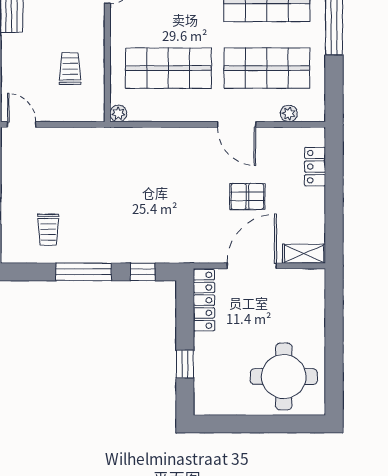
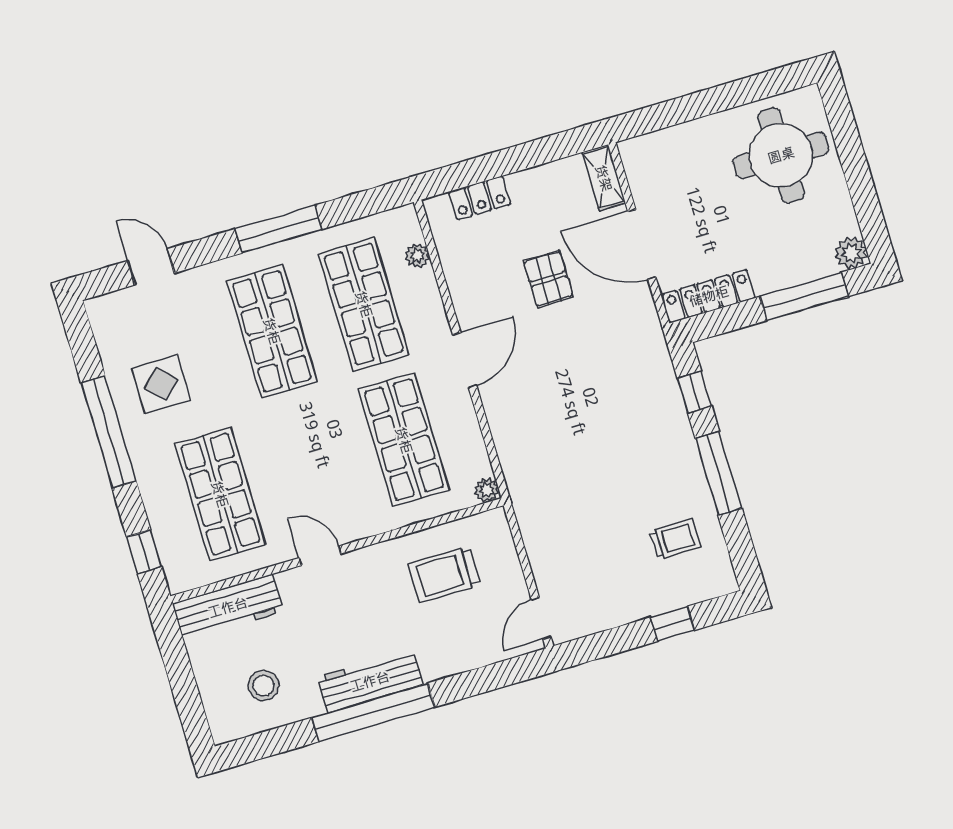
trolley: (70, 69) -> (445, 575), width x1.36, depth x1.39
door: (237, 124) -> (465, 360), moved
window: (185, 364) -> (804, 296), width x2.17
plant: (205, 404) -> (851, 253), added

